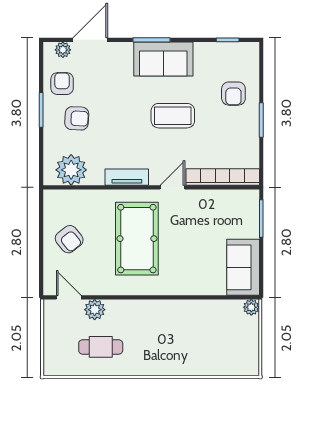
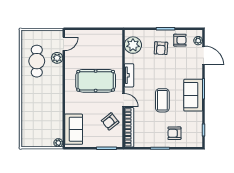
armchair: (69, 239) -> (110, 121), moved
sofa: (243, 267) -> (74, 129), moved, turned 90
cafe table: (101, 347) -> (37, 61), width x1.37, depth x1.35

